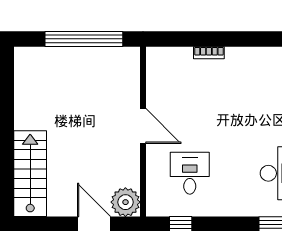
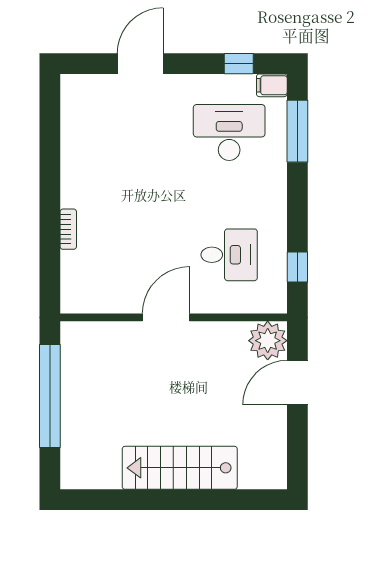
desk: (190, 173) -> (229, 255), turned 180
stairs: (30, 174) -> (180, 468), moved

